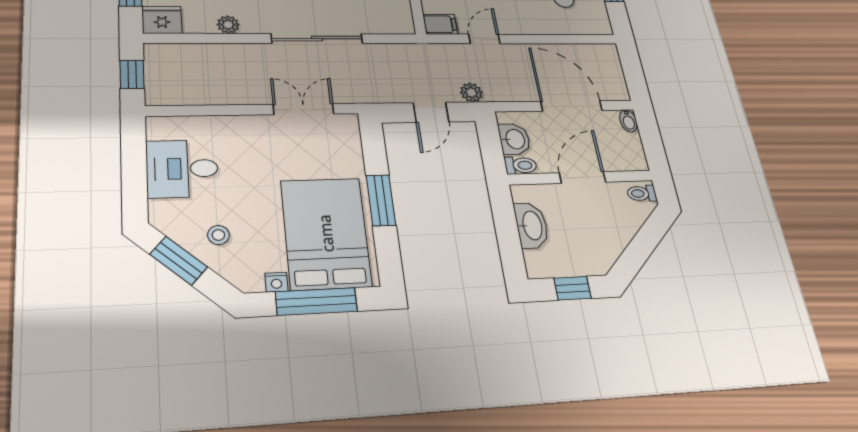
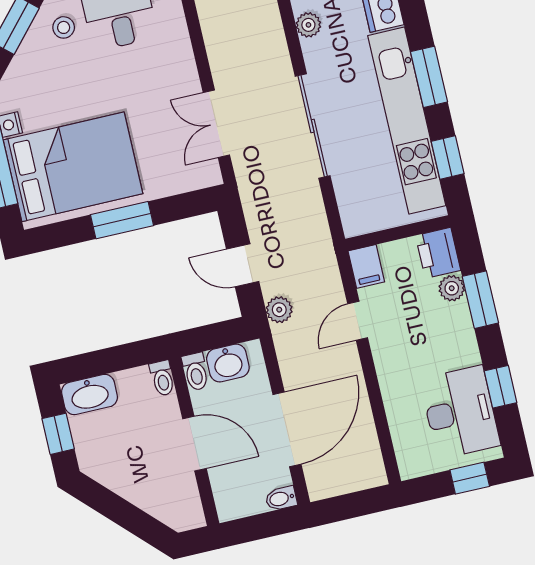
door: (484, 39) -> (358, 321), swing flipped
double door: (304, 109) -> (216, 124), swing flipped
toilet: (642, 193) -> (162, 378), moved, turned 180
washbasin: (532, 225) -> (90, 395), moved
stool: (218, 235) -> (64, 27), moved

